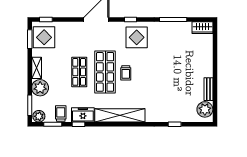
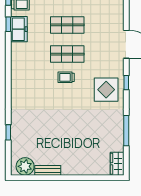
shop shelf: (105, 72) -> (67, 54), width x0.70, depth x0.74
shelving: (120, 115) -> (18, 71), removed

